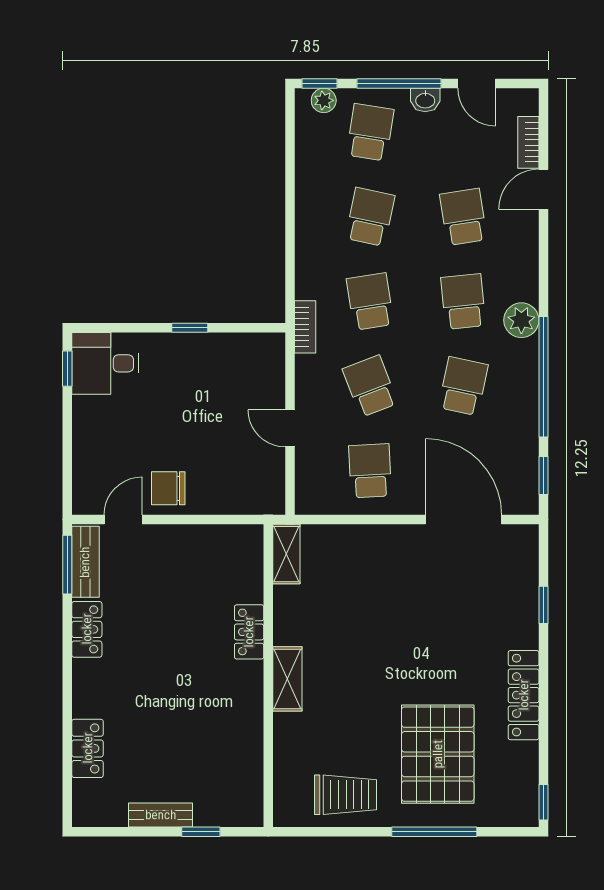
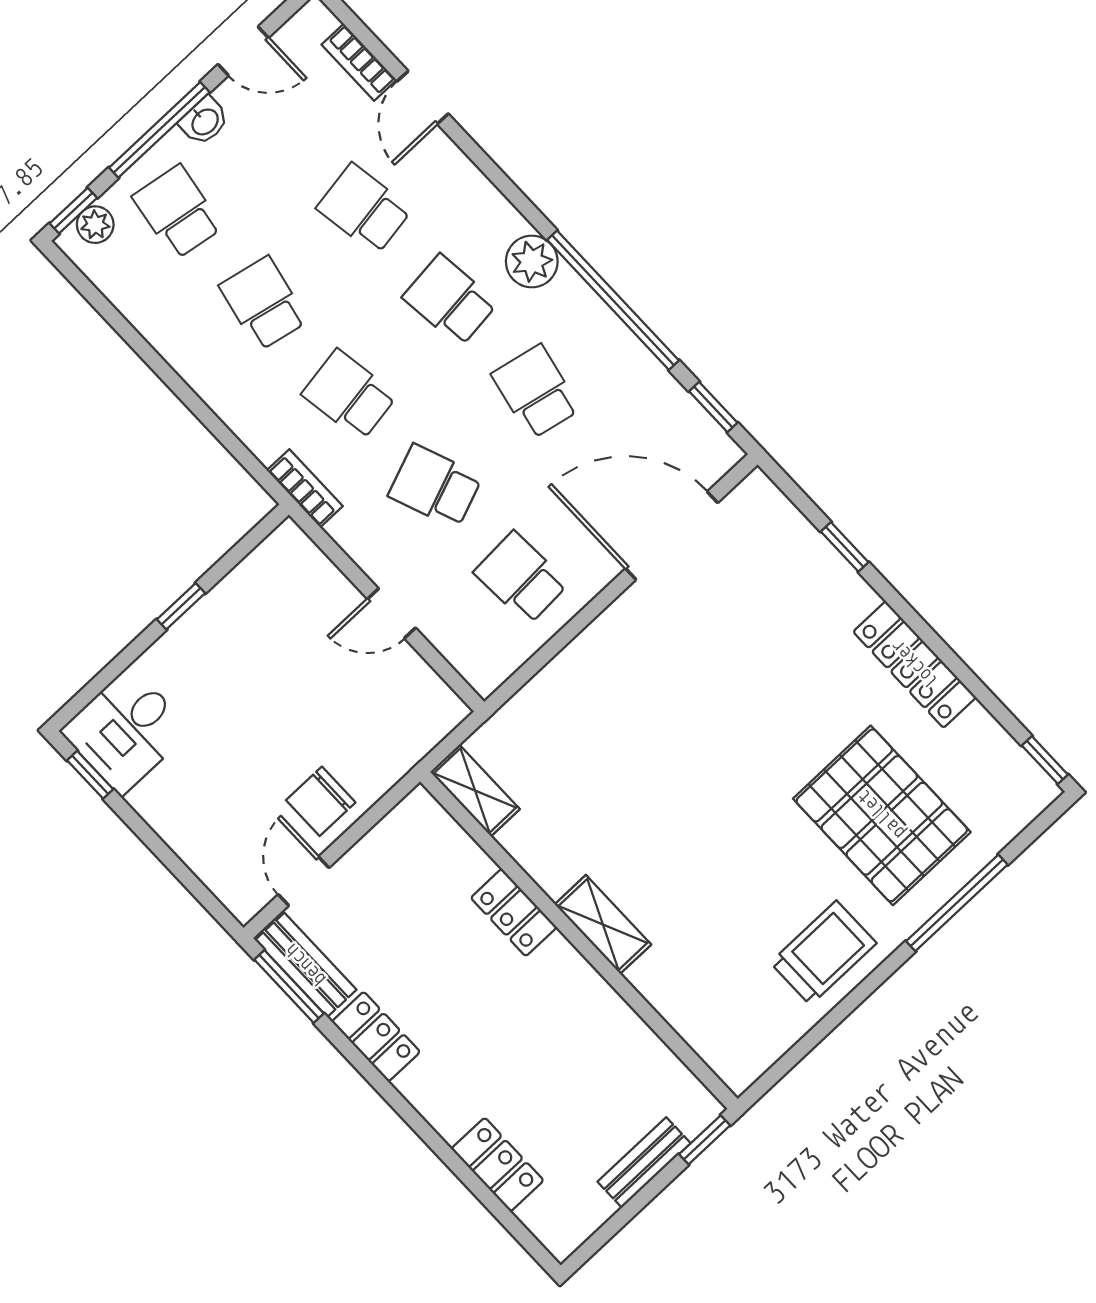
shelving: (286, 554) -> (475, 790), moved
locker: (249, 632) -> (514, 912), moved
wall: (268, 676) -> (579, 940), moved
shelving: (287, 679) -> (603, 924), moved

